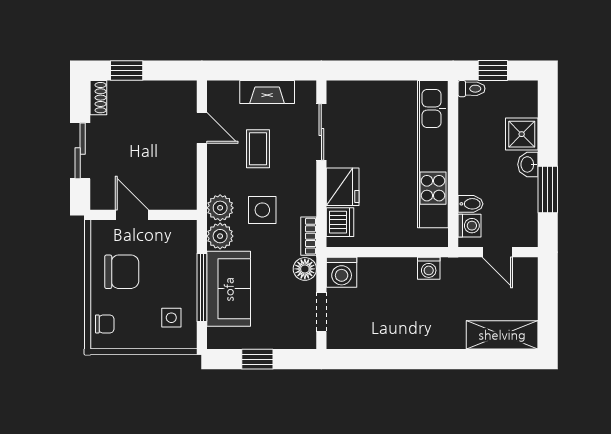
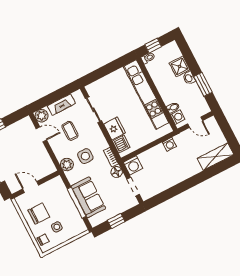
plant: (220, 236) -> (42, 116), moved
side table: (171, 318) -> (57, 227), moved

